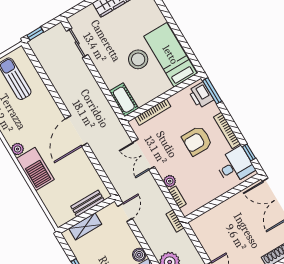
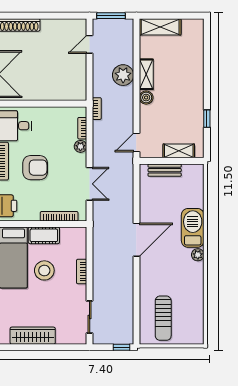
bookcase: (106, 77) -> (82, 272), added
cot: (124, 100) -> (44, 235), moved, turned 90

